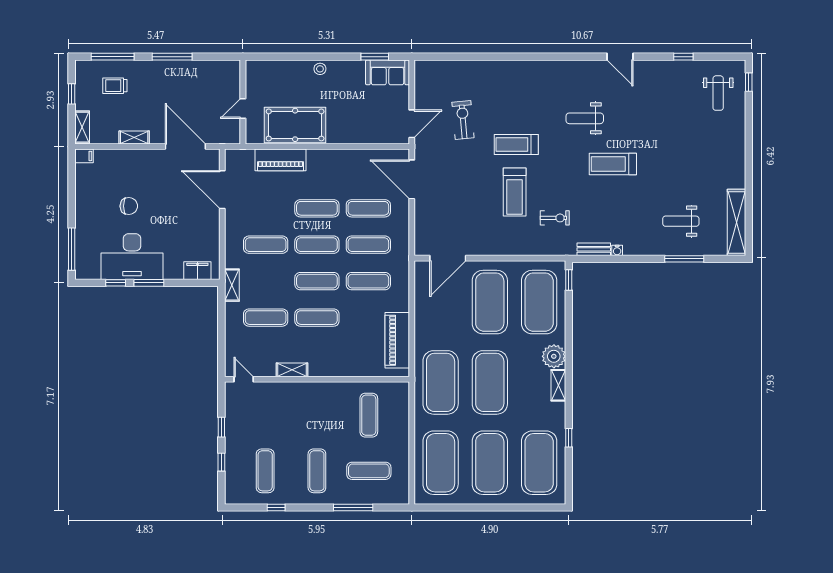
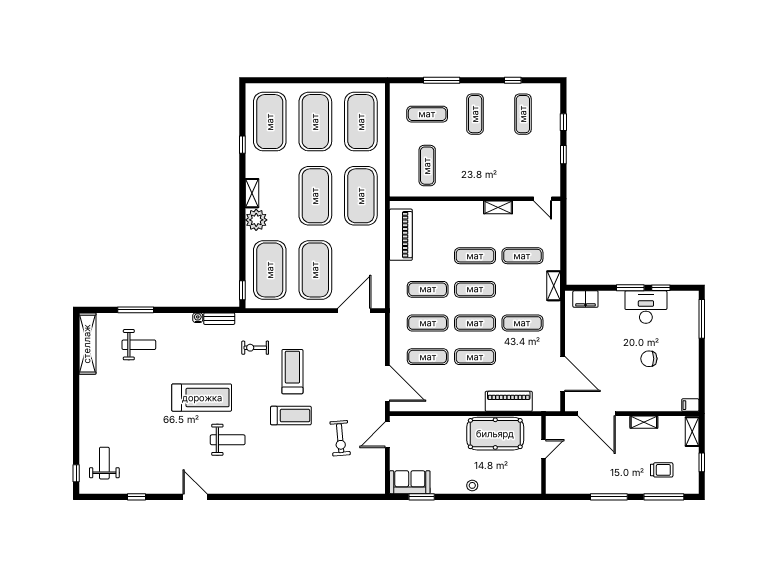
treadmill: (613, 164) -> (202, 398), width x1.37, depth x1.38
desk: (132, 257) -> (646, 307), width x0.73, depth x0.77

